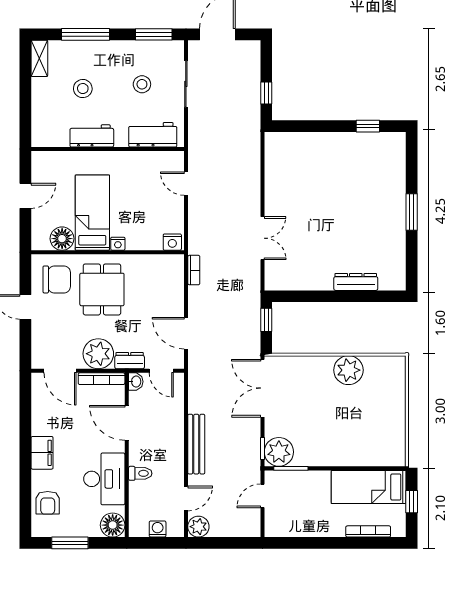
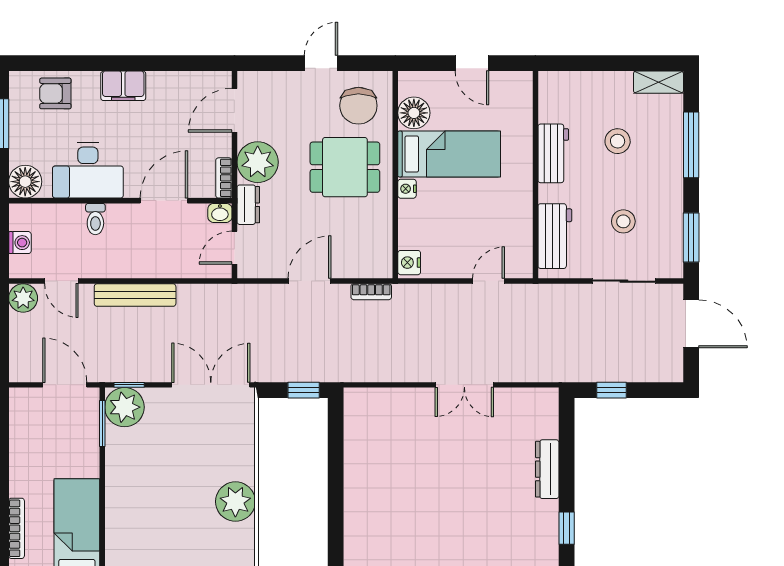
double door: (262, 238) -> (464, 385), moved
dresser: (356, 282) -> (547, 469), moved, turned 180
door: (186, 333) -> (310, 281), moved
bookcase: (102, 379) -> (224, 178), width x0.64
door: (262, 496) -> (65, 385), width x1.38

